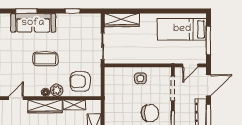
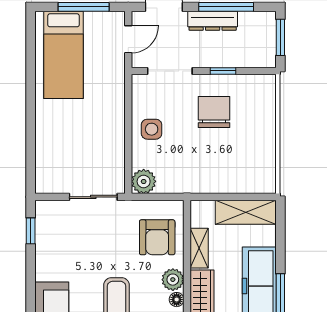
window: (73, 11) -> (31, 231), moved
wardrobe: (122, 20) -> (47, 163), removed
door: (190, 65) -> (128, 39), hinge flipped
plant: (111, 74) -> (144, 181), added

